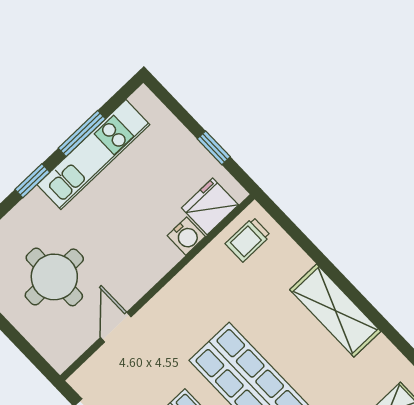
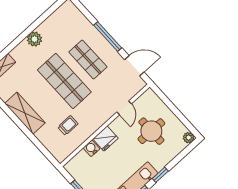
fridge: (210, 206) -> (105, 138), moved
trolley: (248, 240) -> (68, 125), moved

